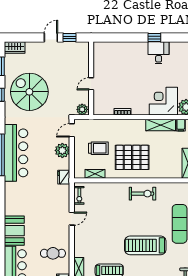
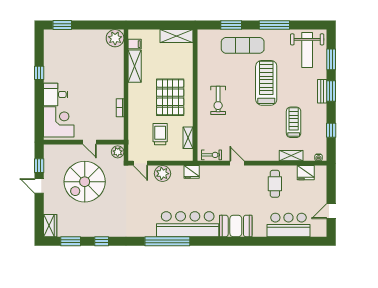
desk: (159, 53) -> (56, 94), moved
spiral stairs: (29, 92) -> (85, 182), moved
corner desk: (163, 101) -> (59, 122), moved, turned 180
bar counter: (16, 153) -> (188, 224), moved
exercise bike: (142, 194) -> (218, 100), moved, turned 180
booth: (14, 231) -> (236, 226), moved
treadmill: (145, 245) -> (266, 83), turned 180

